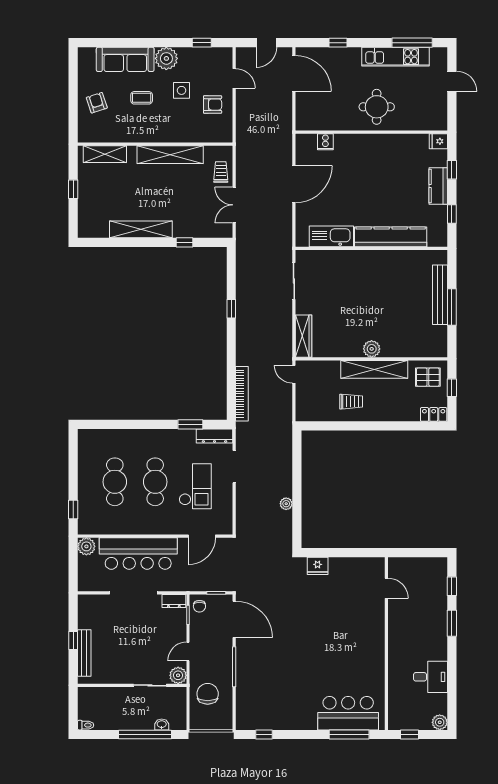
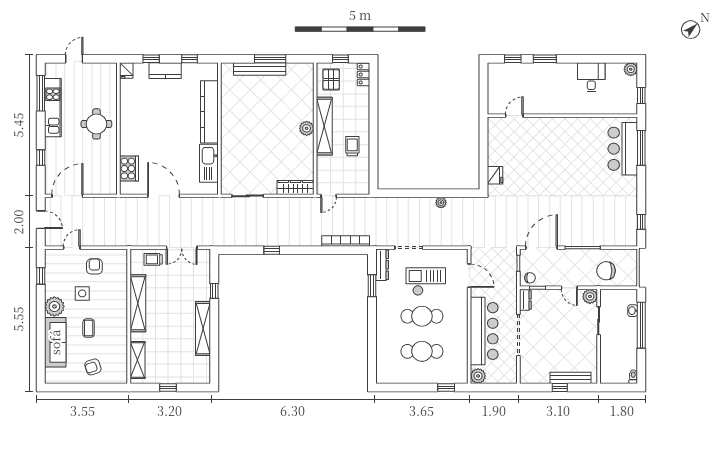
cooker: (325, 142) -> (129, 169), width x1.87, depth x1.31

